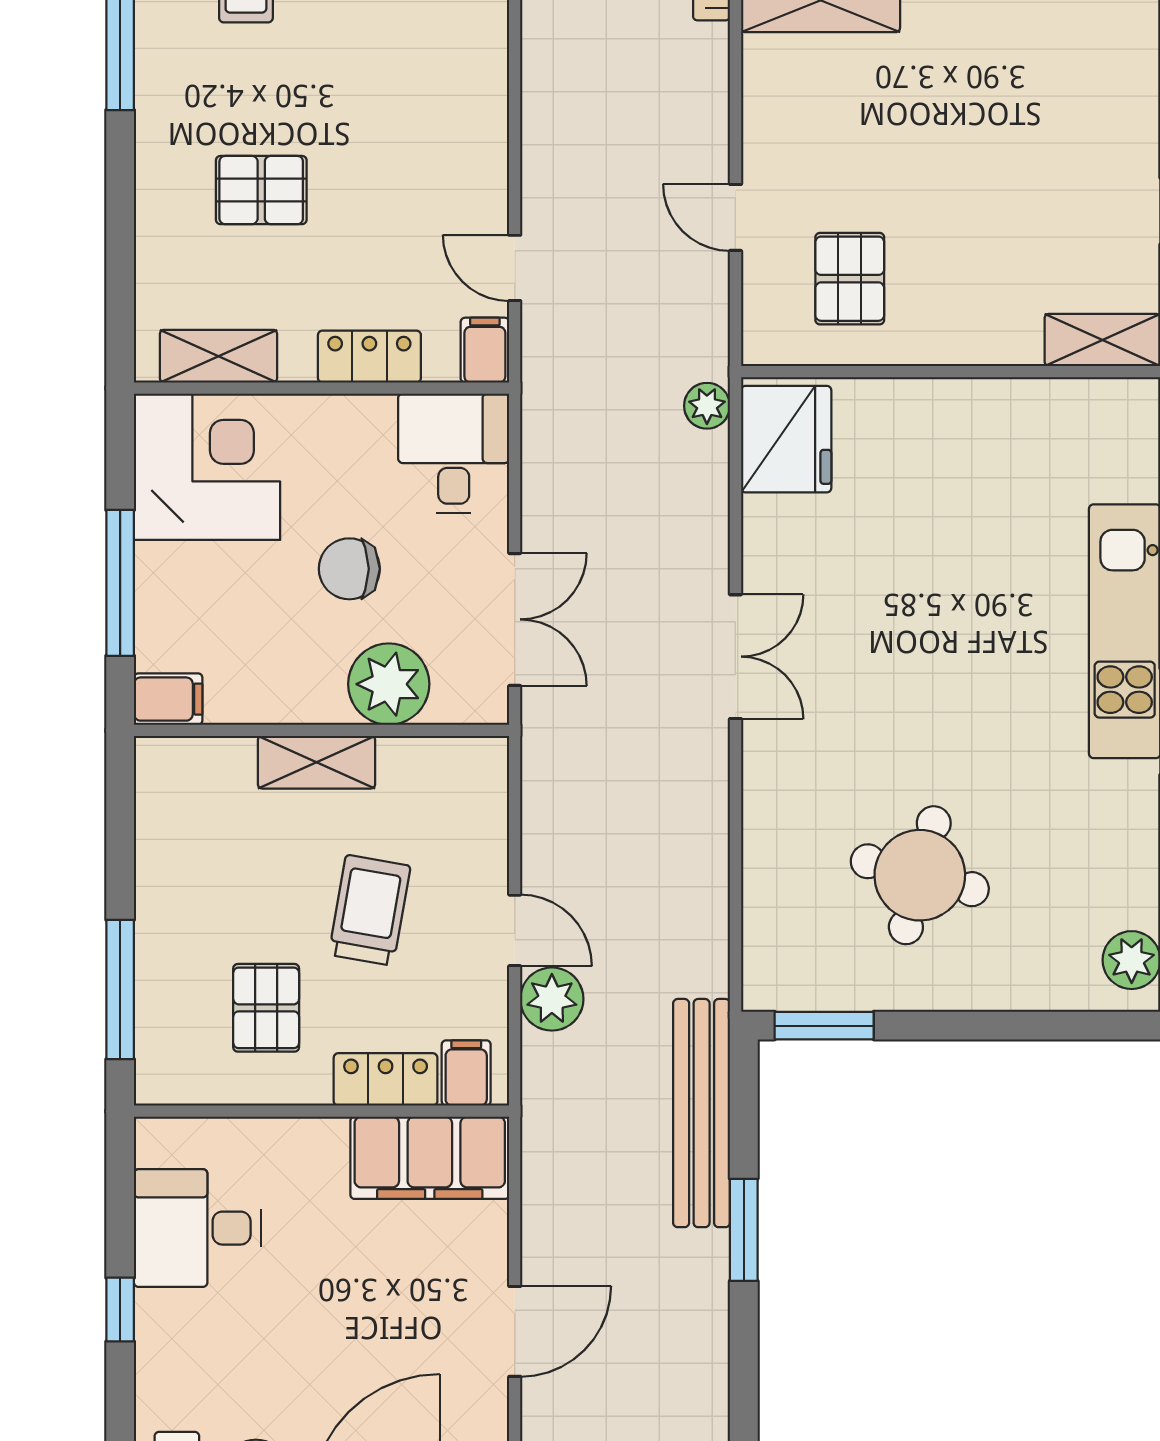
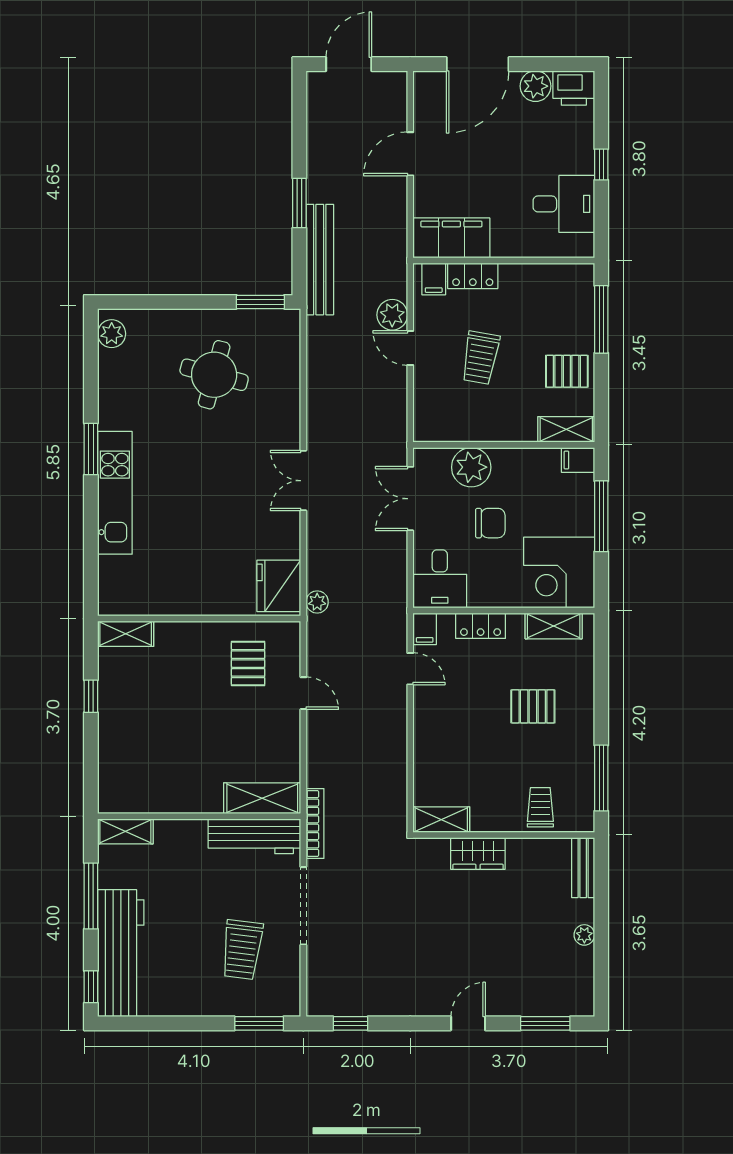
shelving: (316, 762) -> (566, 429), moved
pallet: (266, 1008) -> (567, 371), moved, turned 90

